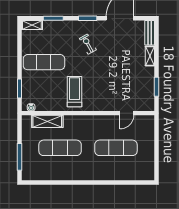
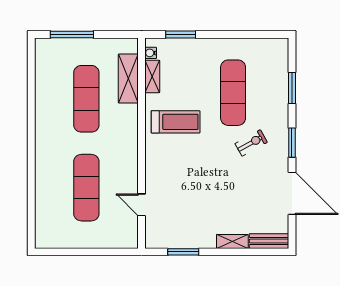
shelving: (32, 25) -> (152, 76), moved
exercise mat: (44, 62) -> (233, 93), moved

